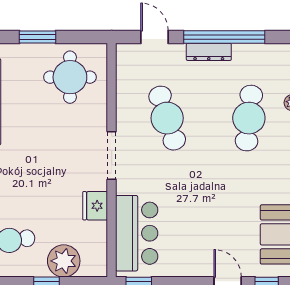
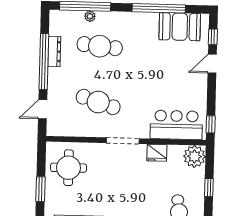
dresser: (209, 52) -> (54, 52), moved
cafe table: (167, 118) -> (98, 102), turned 36
plant: (64, 261) -> (194, 156), moved

